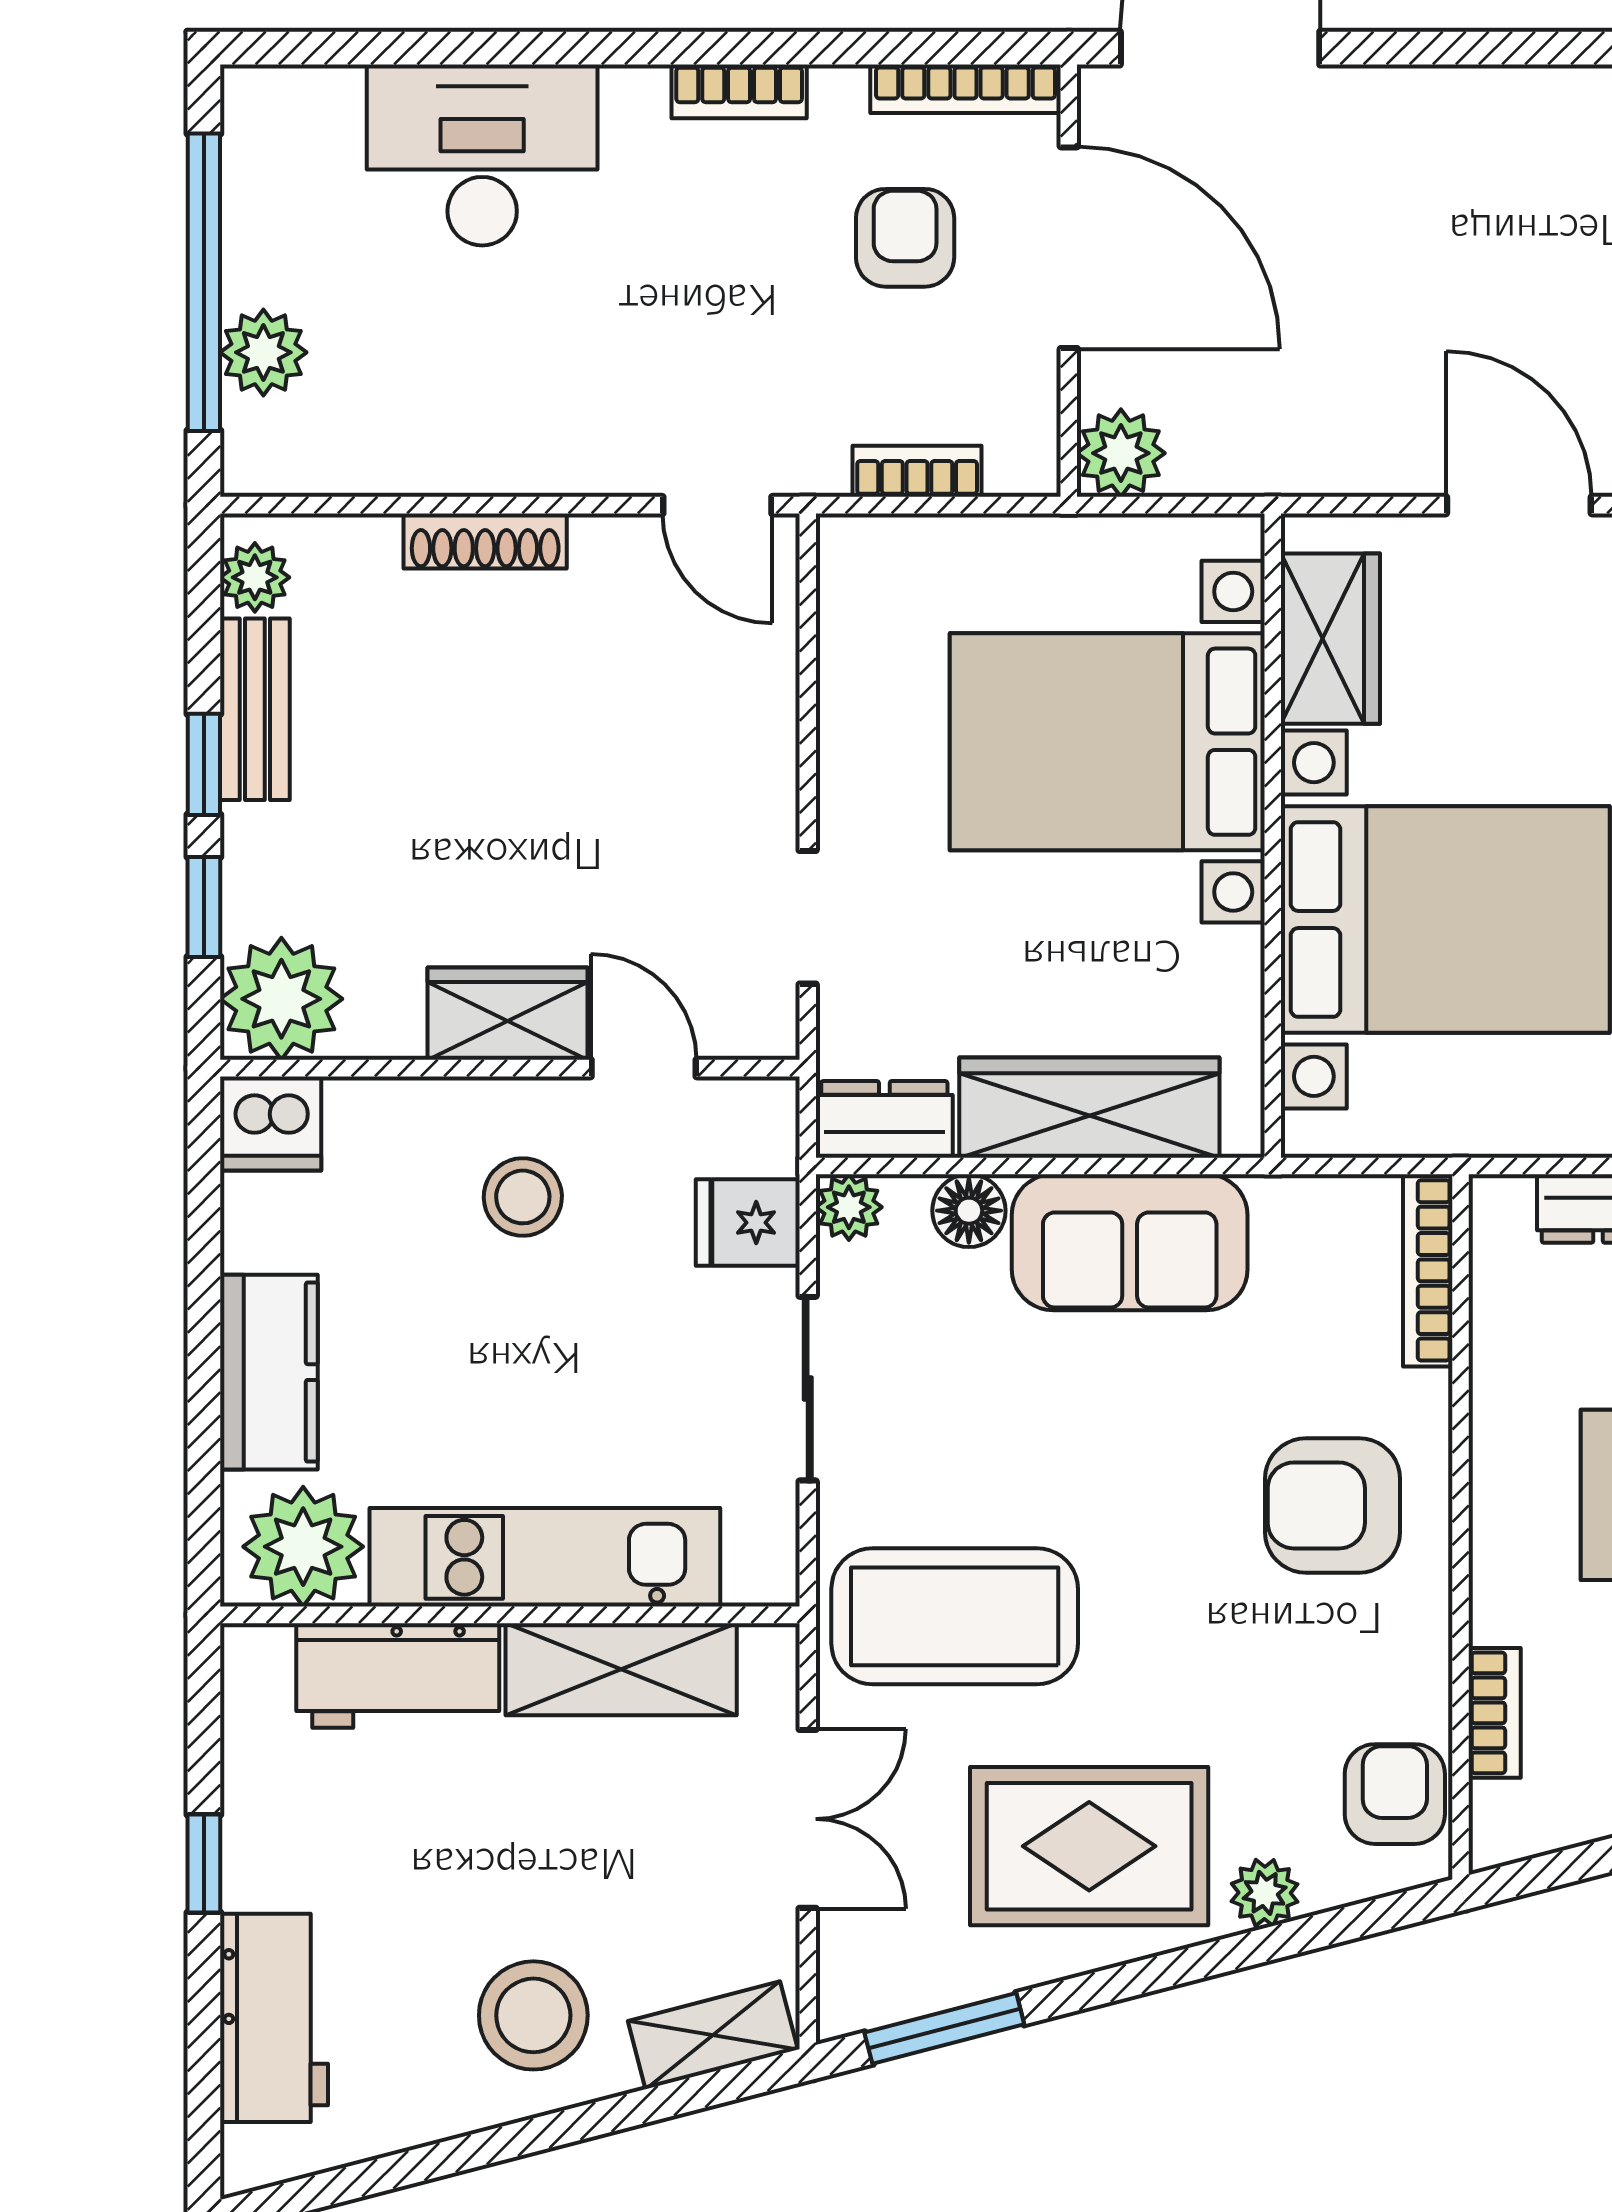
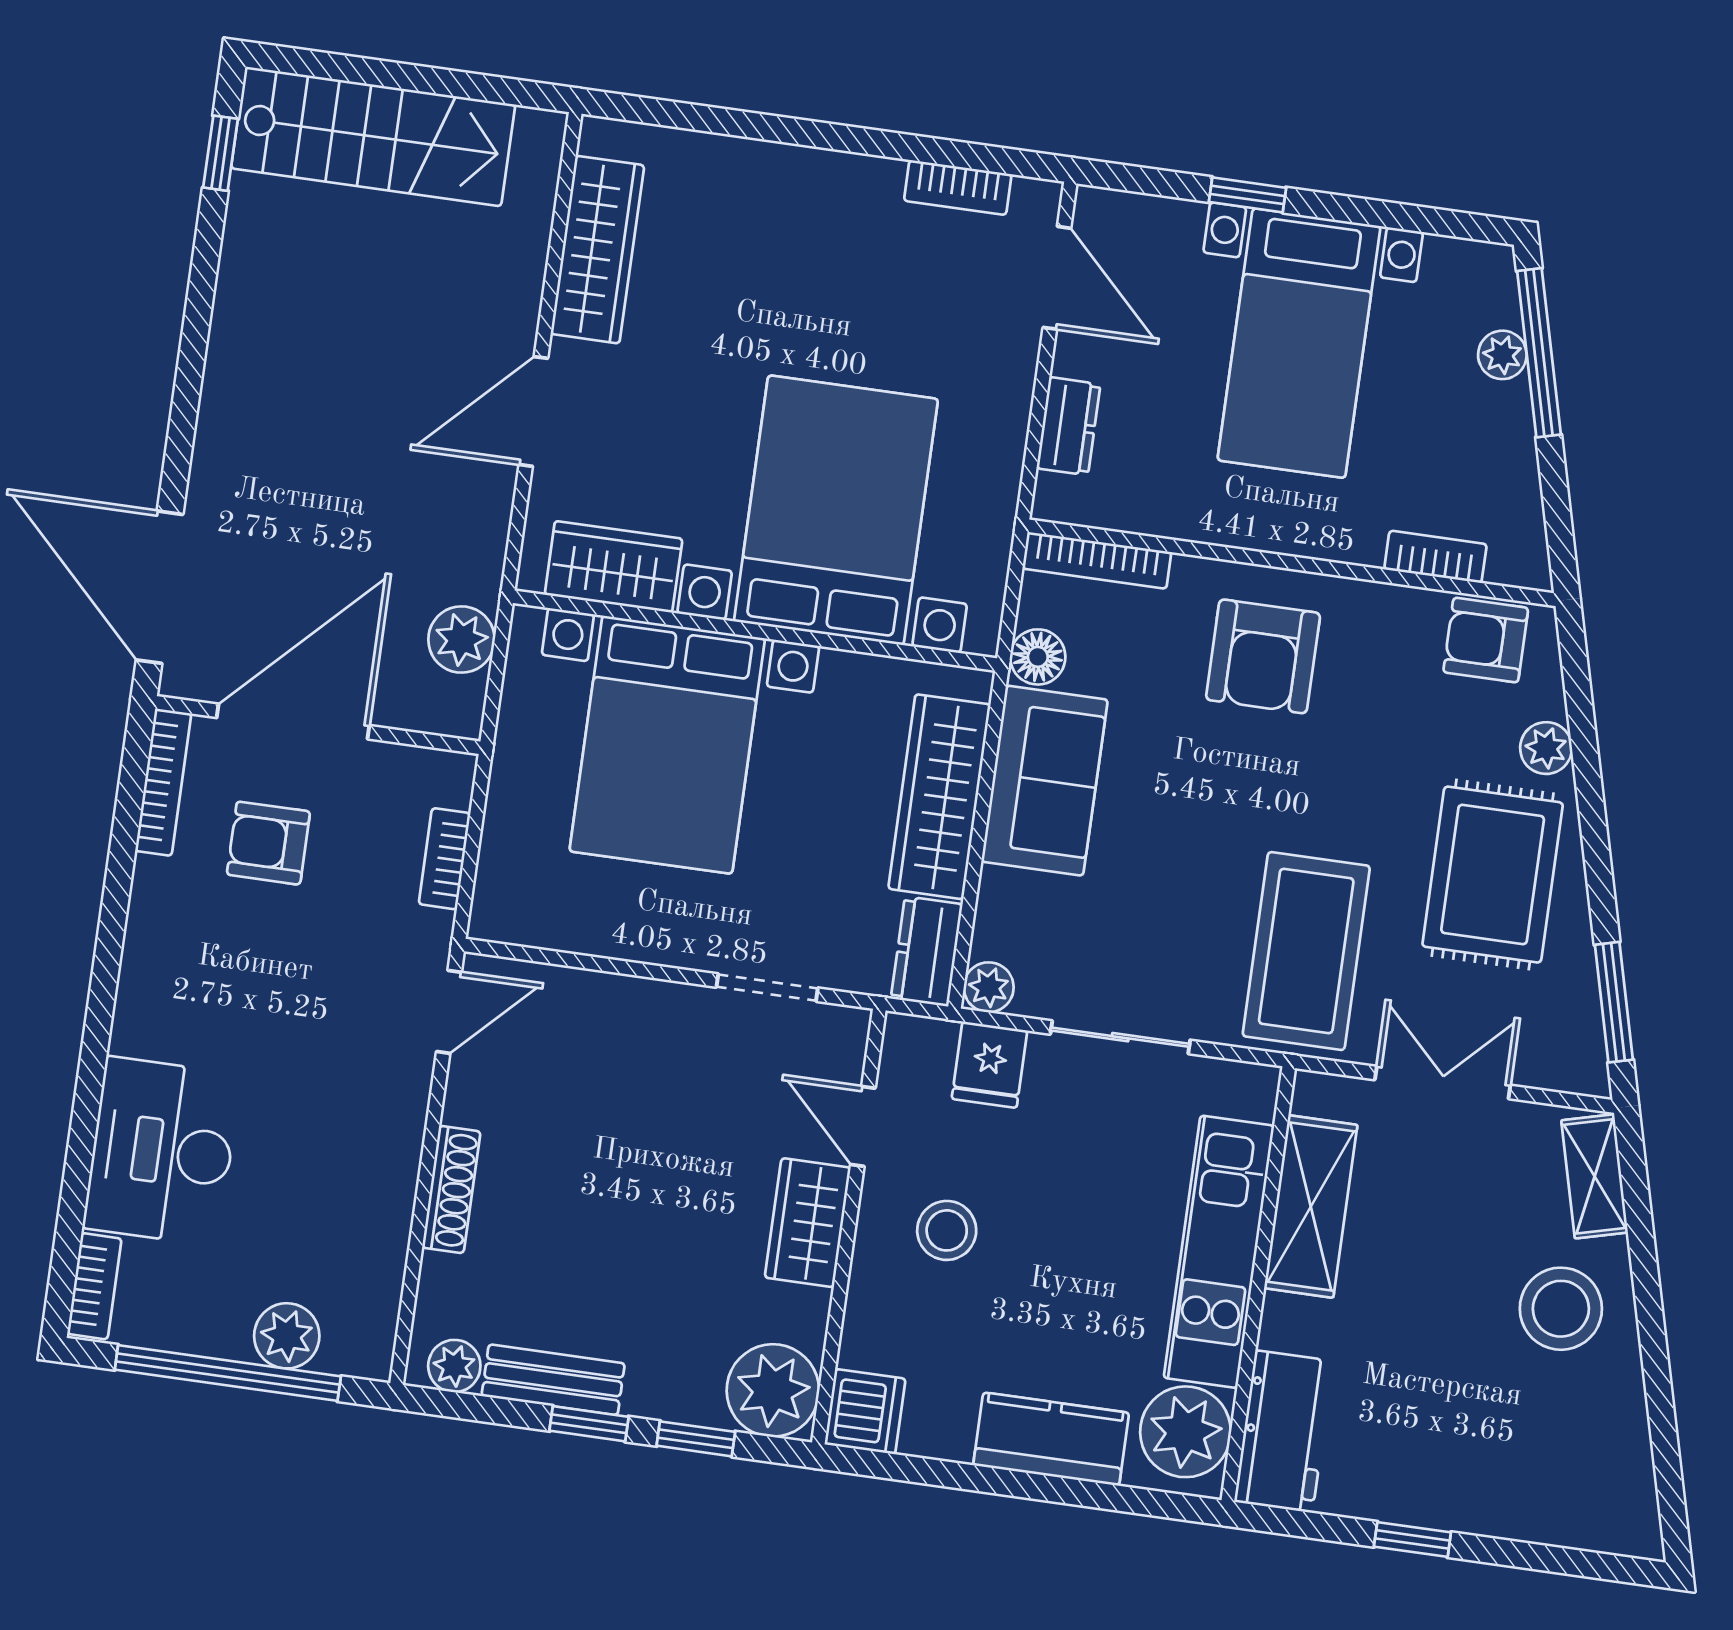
bookcase: (739, 91) -> (94, 1286), moved
plant: (1121, 453) -> (461, 640), moved
door: (644, 1068) -> (863, 1126), hinge flipped
floor lamp: (969, 1211) -> (1038, 657), moved
workbench: (398, 1675) -> (1284, 1432), moved
workbench: (274, 2018) -> (1535, 1503), removed

